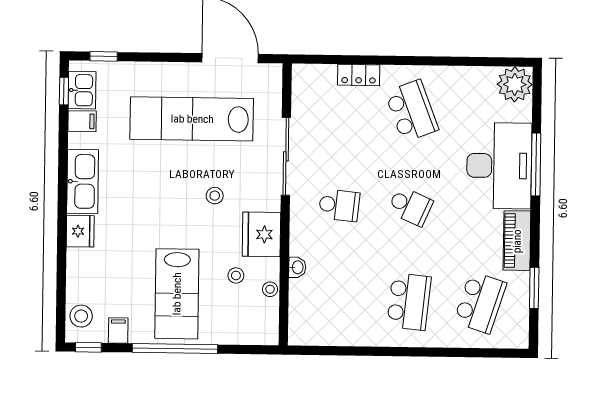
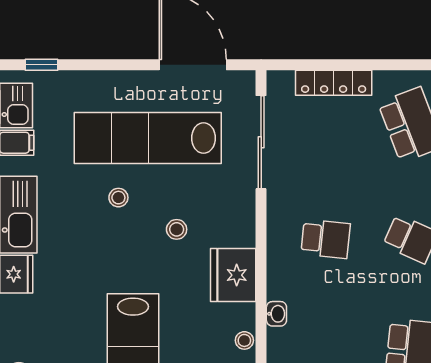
locker: (359, 75) -> (334, 83), width x1.53
sliding door: (286, 156) -> (261, 142), moved
stool: (236, 275) -> (118, 198), moved

